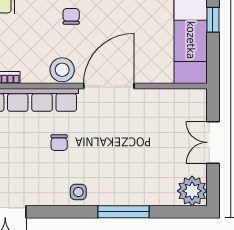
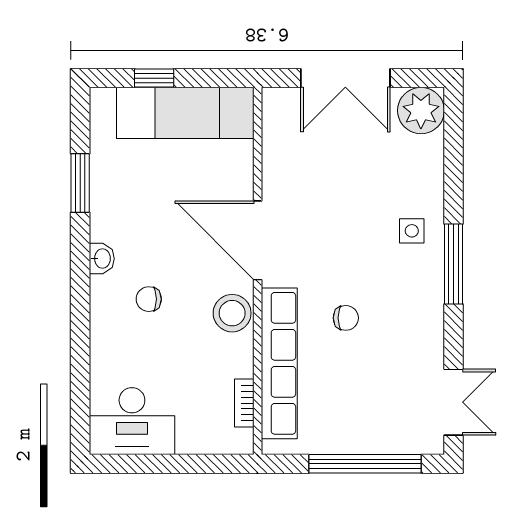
double door: (213, 142) -> (345, 78), width x1.37
side table: (78, 192) -> (412, 231), moved
window: (124, 212) -> (454, 264), moved

